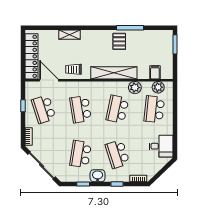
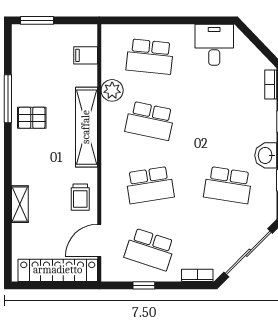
plant: (158, 87) -> (111, 50), removed
school desk: (44, 109) -> (150, 249), turned 36
school desk: (117, 154) -> (228, 121), removed

